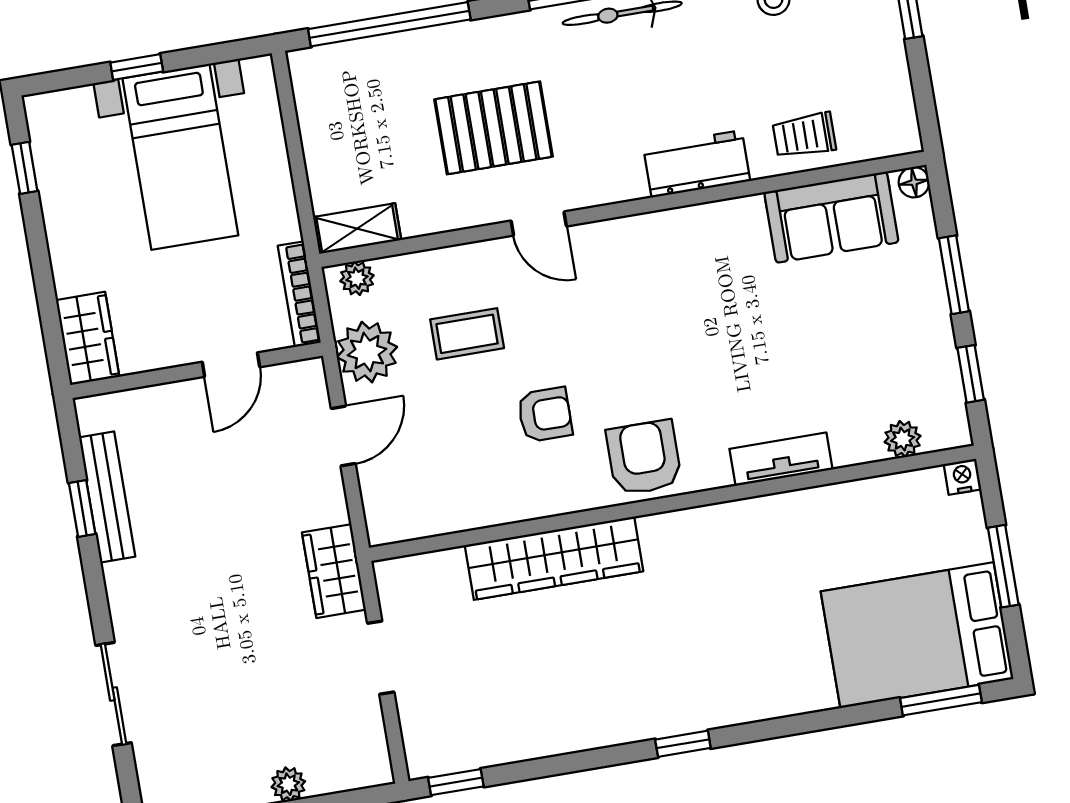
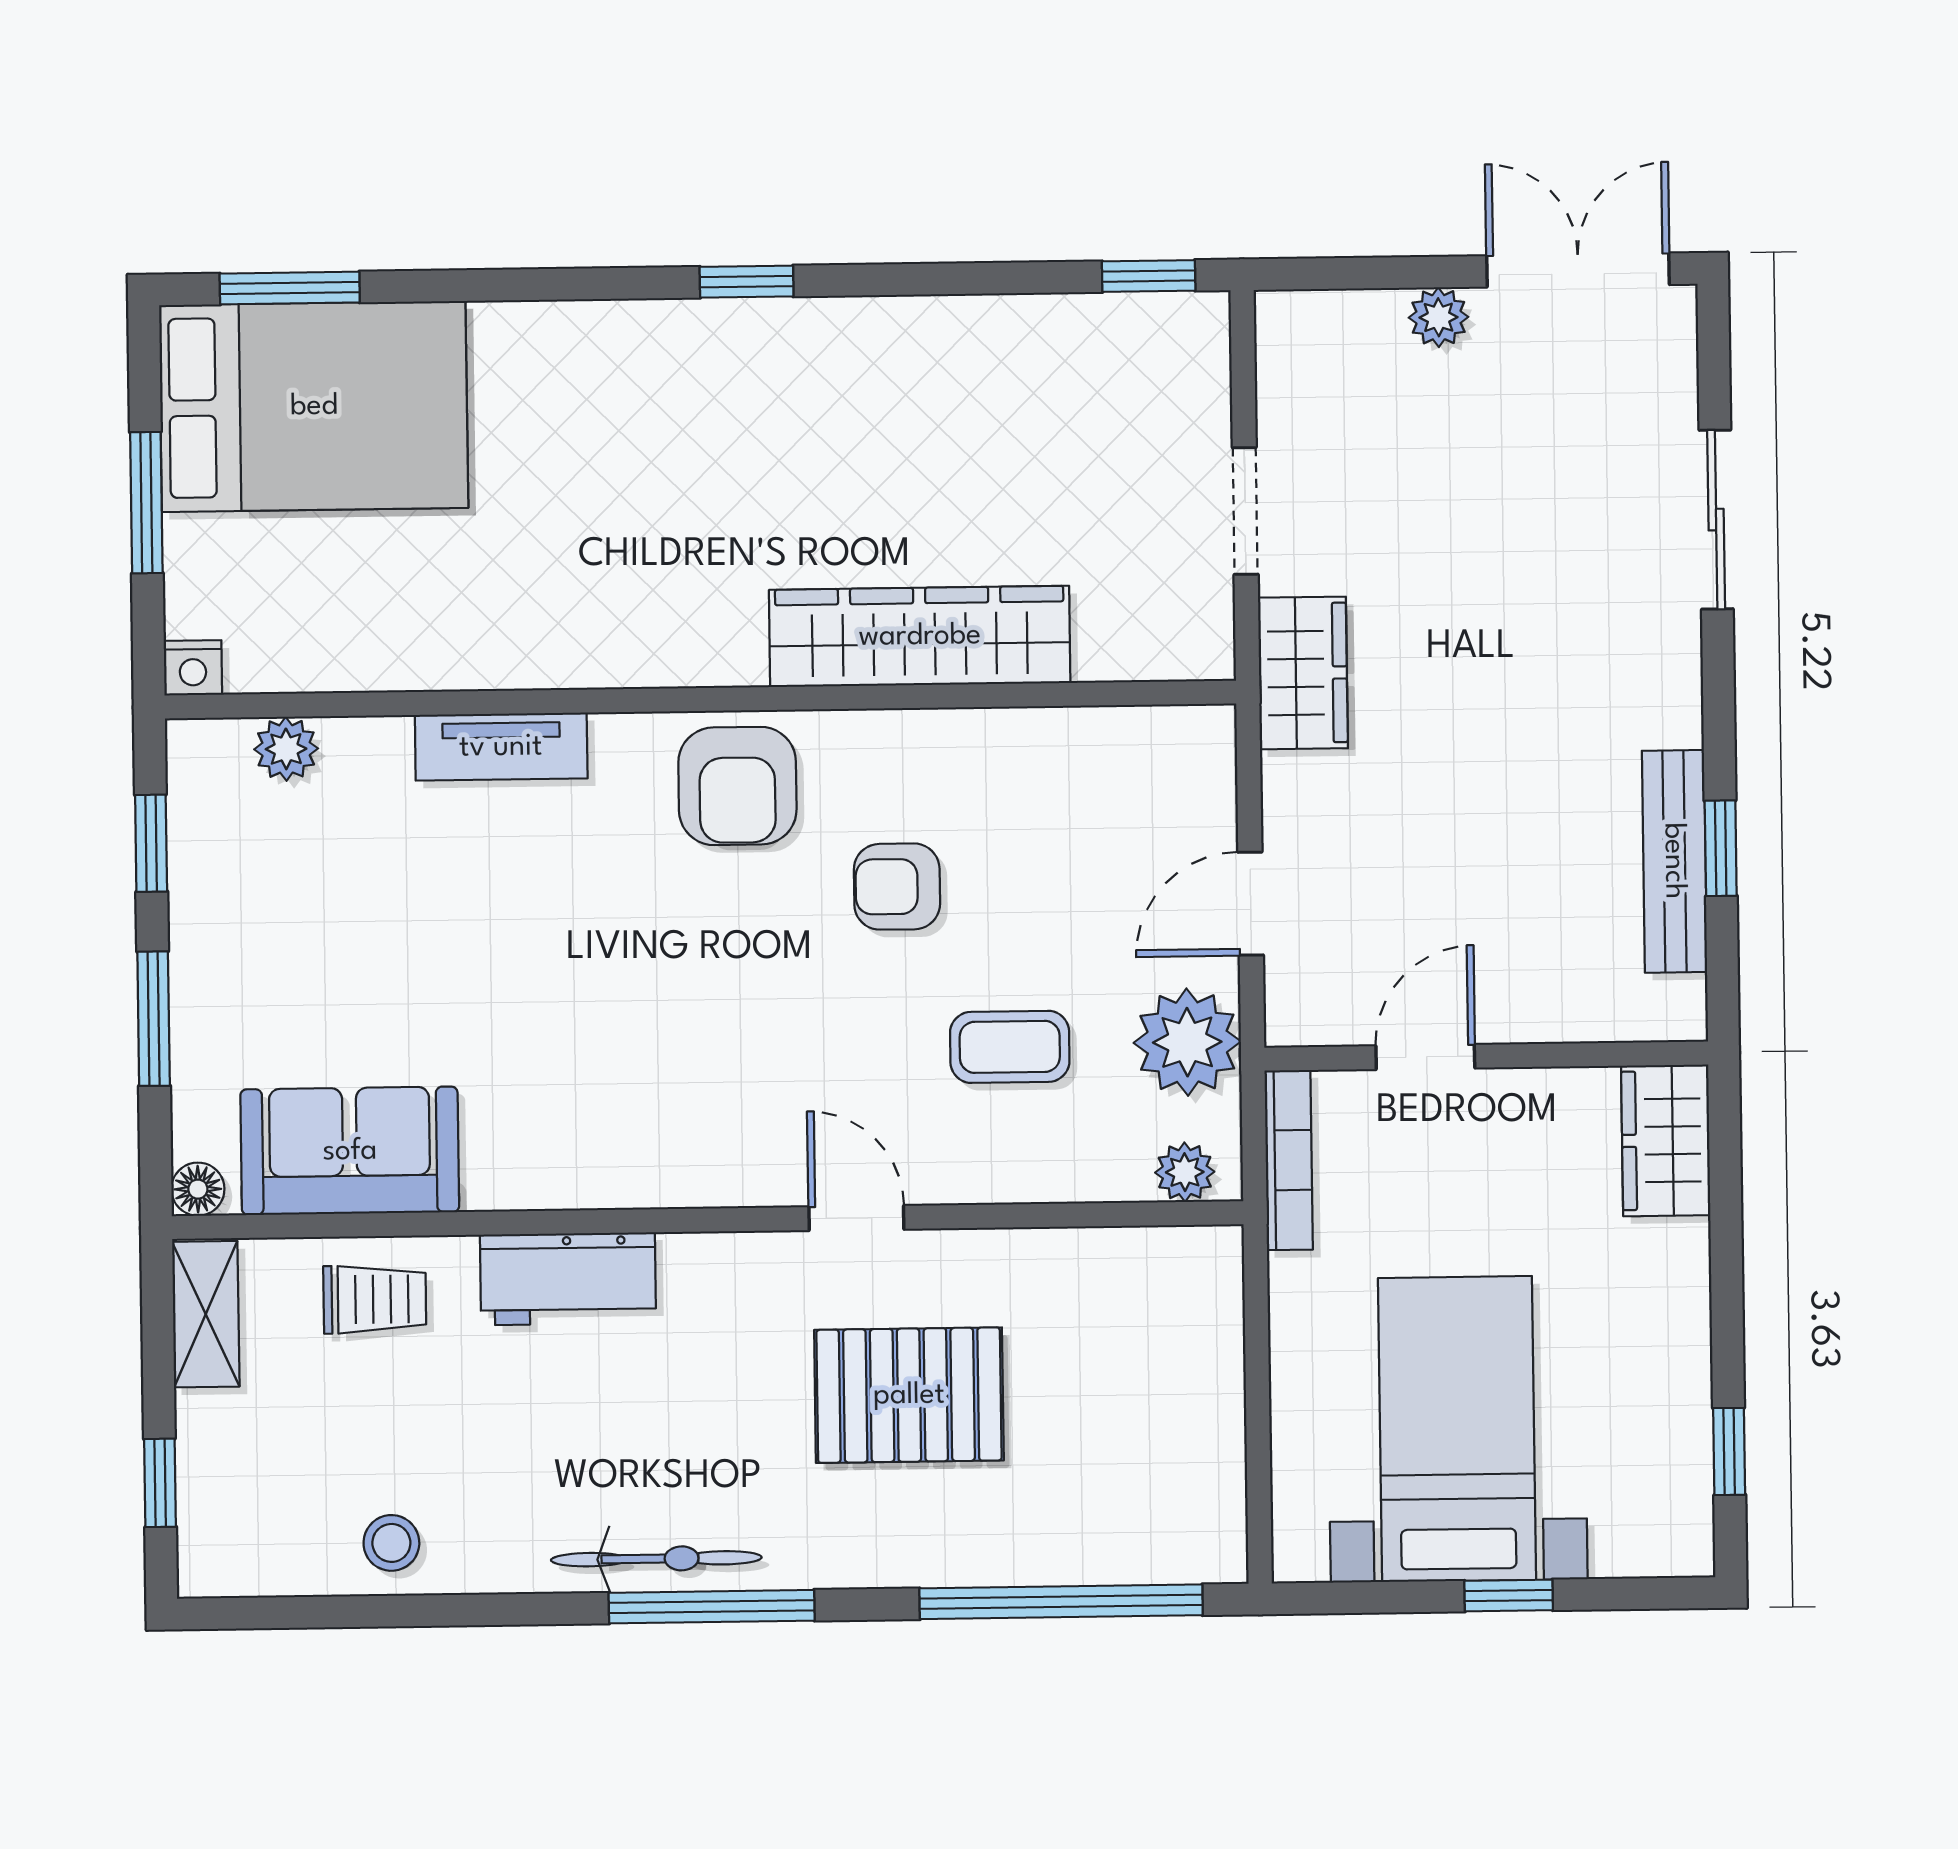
shelving: (357, 229) -> (206, 1314), moved, turned 90

